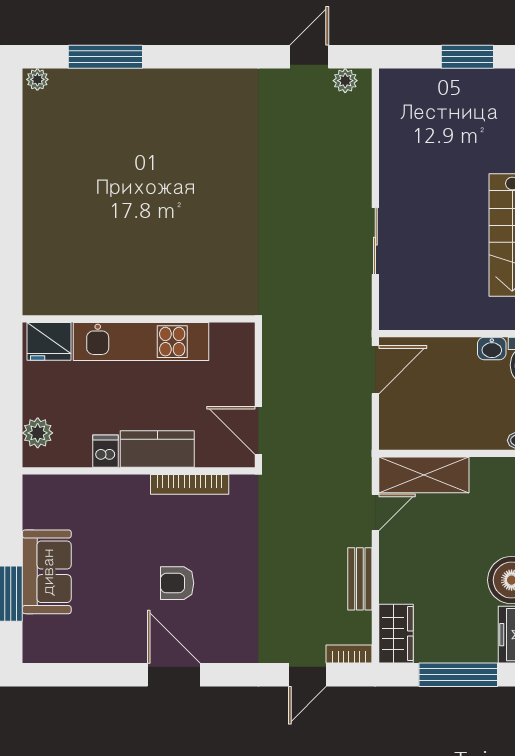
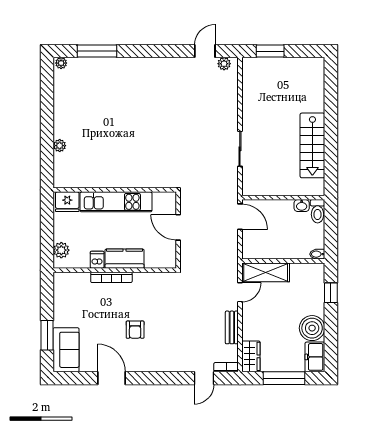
window: (467, 57) -> (270, 51), moved
plant: (35, 235) -> (60, 146), added
door: (375, 370) -> (240, 217), hinge flipped
door: (258, 430) -> (178, 227), moved
bookcase: (190, 484) -> (111, 277), moved
sofa: (47, 572) -> (66, 350), moved
armchair: (177, 583) -> (135, 330), turned -90
door: (174, 675) -> (111, 378), moved

